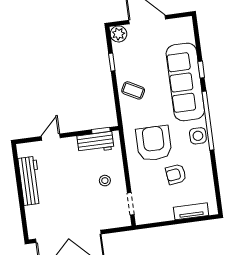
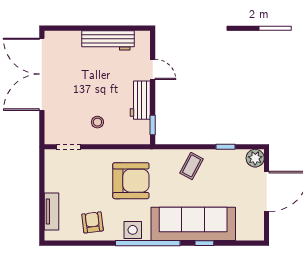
workbench: (95, 142) -> (140, 100), moved
armchair: (176, 174) -> (92, 222), moved

